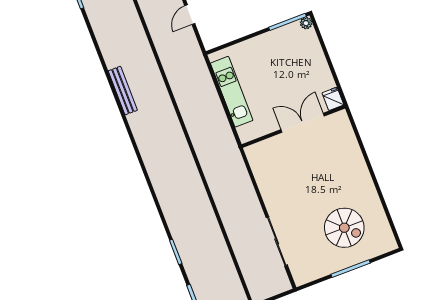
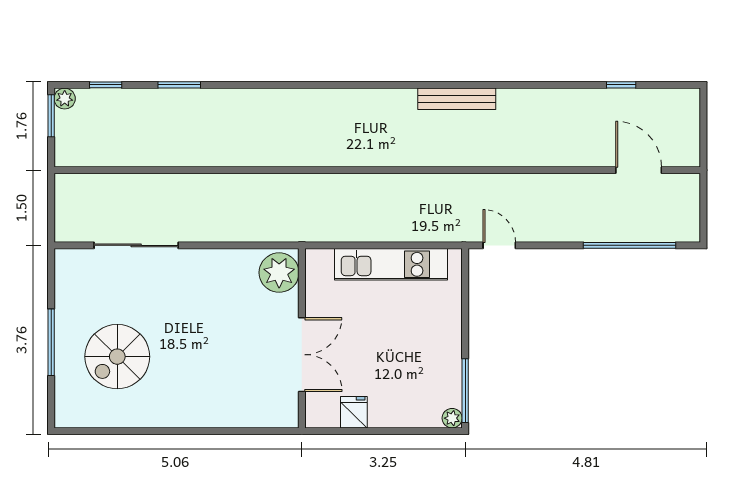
door: (190, 15) -> (499, 245), moved
fridge: (333, 99) -> (354, 412), moved, turned -90
plant: (261, 154) -> (279, 273), added

